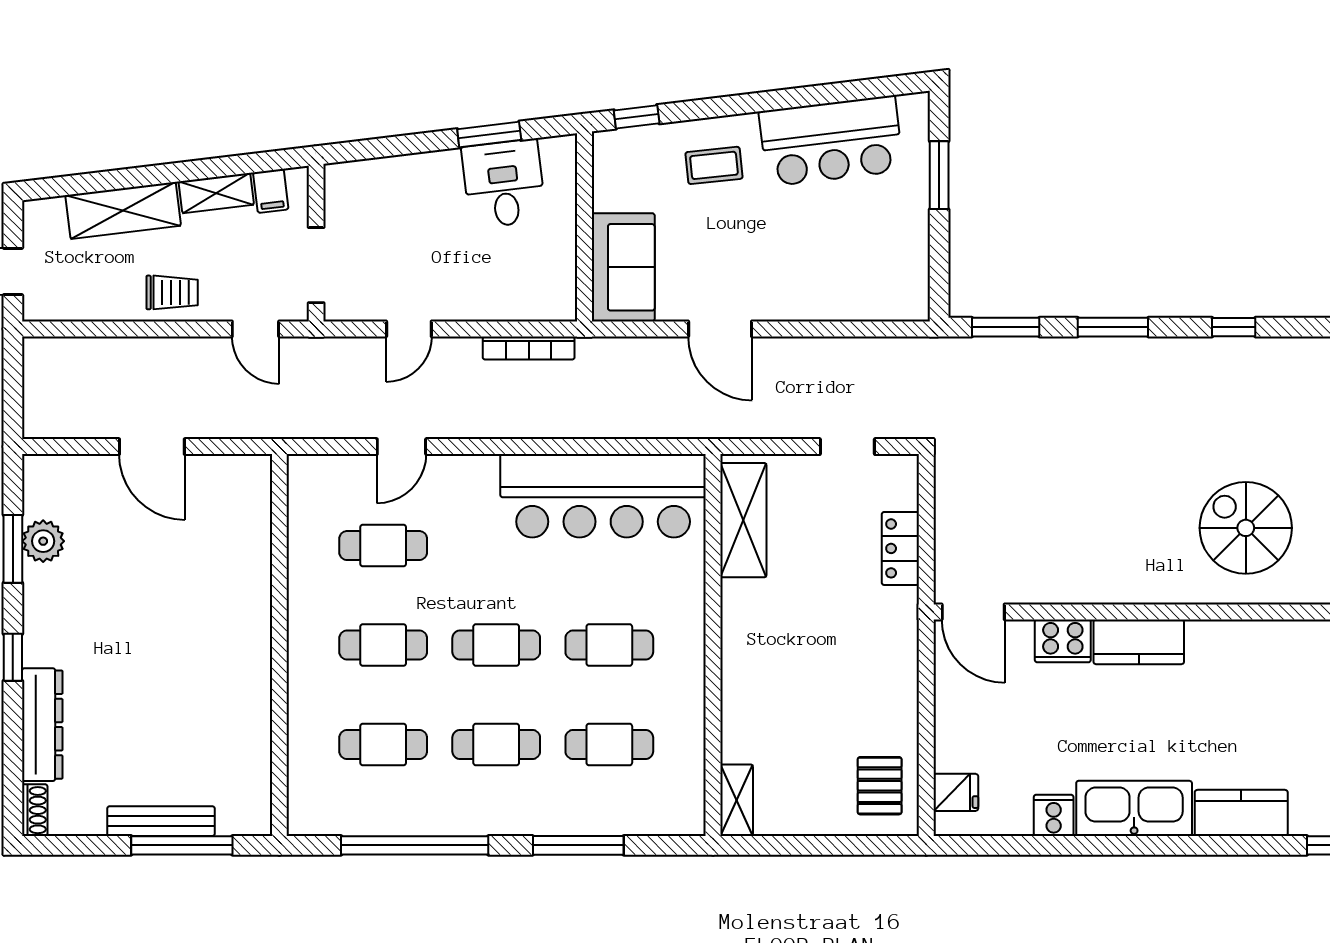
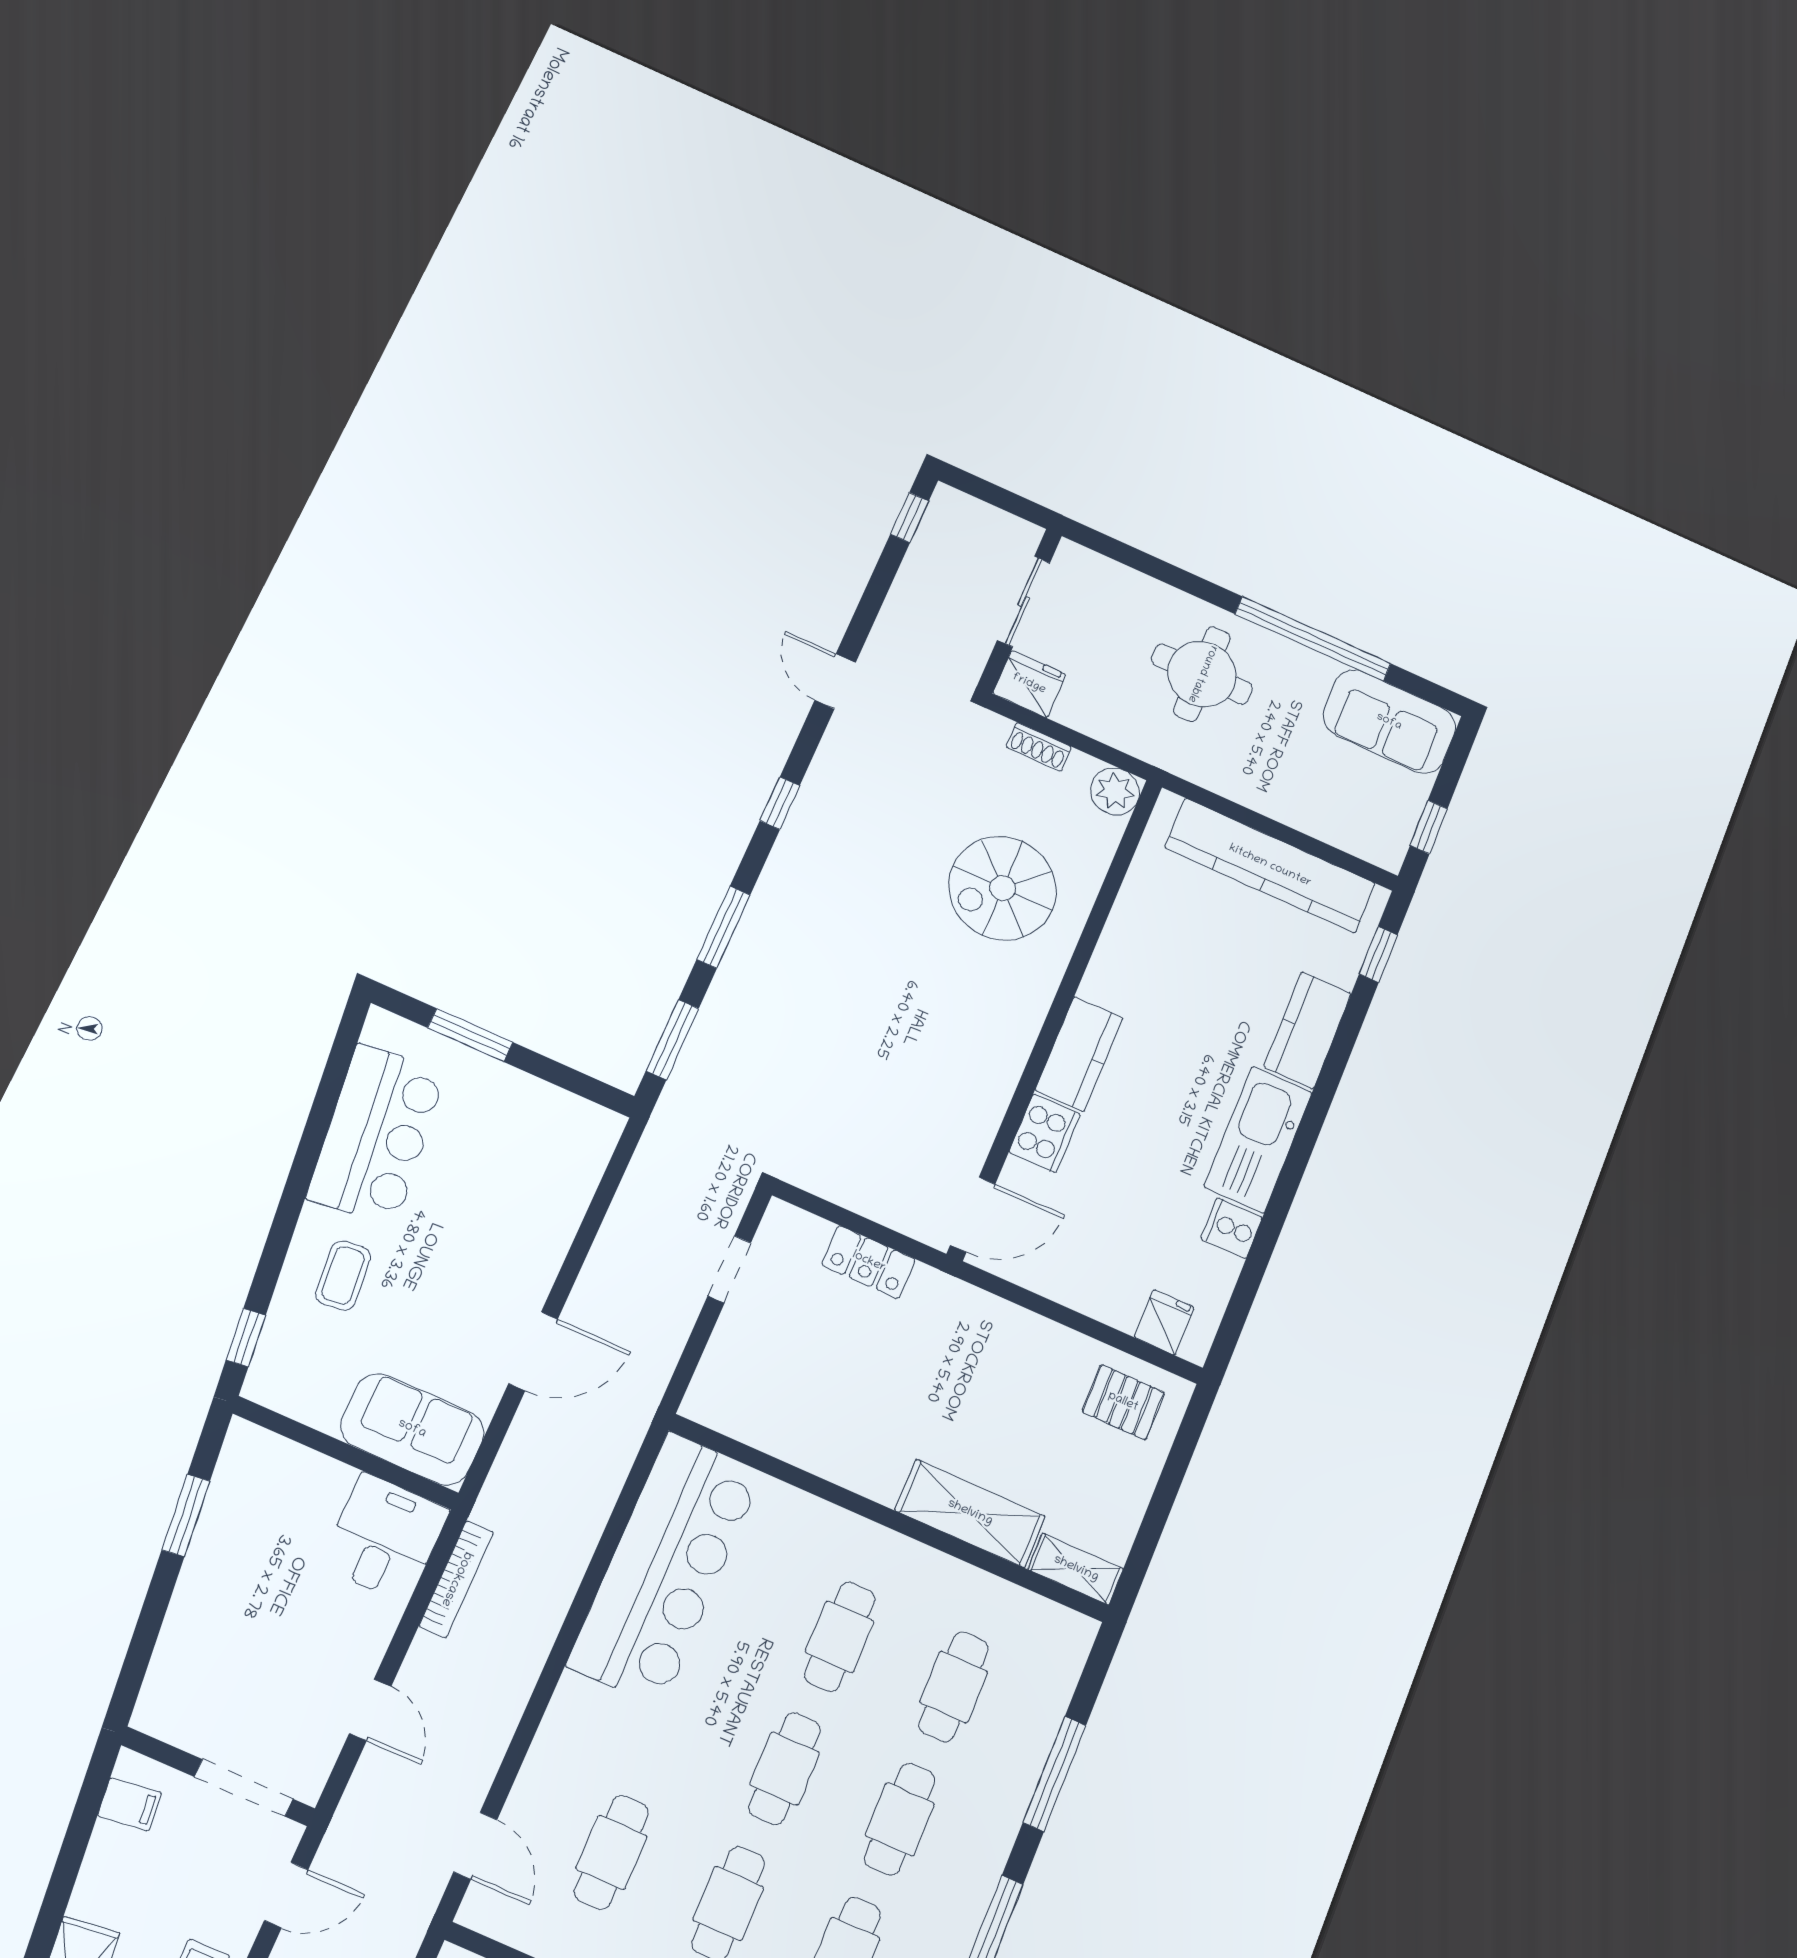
desk: (504, 184) -> (385, 1538), moved, turned 97
shelving: (216, 193) -> (101, 1872), removed
door: (401, 447) -> (475, 1846), moved
shelving: (743, 520) -> (970, 1513), moved

